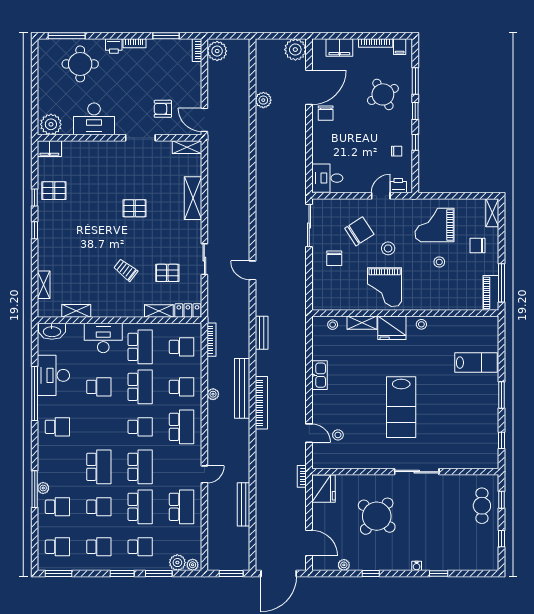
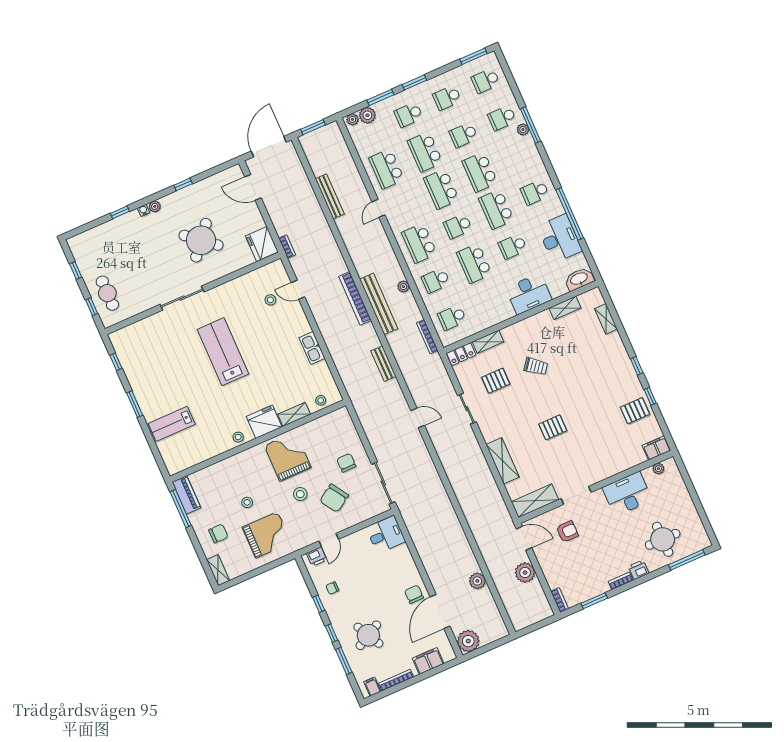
plant: (217, 51) -> (525, 573), moved
plant: (51, 124) -> (658, 469), width x0.53, depth x0.53
shelving: (187, 147) -> (535, 501), width x1.50, depth x1.33
school desk: (140, 347) -> (496, 209), moved
plant: (344, 565) -> (155, 206), moved

